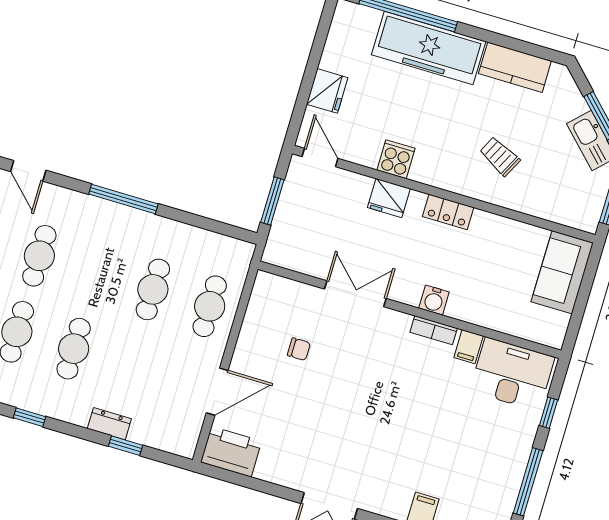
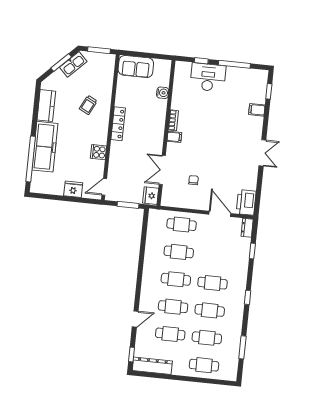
fridge: (389, 198) -> (151, 196), moved, turned 180
window: (123, 199) -> (140, 273), removed
locker: (448, 212) -> (118, 124), width x1.53
cafe table: (96, 273) -> (176, 279), added
double door: (355, 294) -> (162, 170), moved
water cooler: (434, 300) -> (163, 93), moved
filing cabinet: (469, 347) -> (174, 137), moved
desk: (512, 374) -> (208, 77), moved, turned 90
dresser: (109, 424) -> (247, 228), moved

